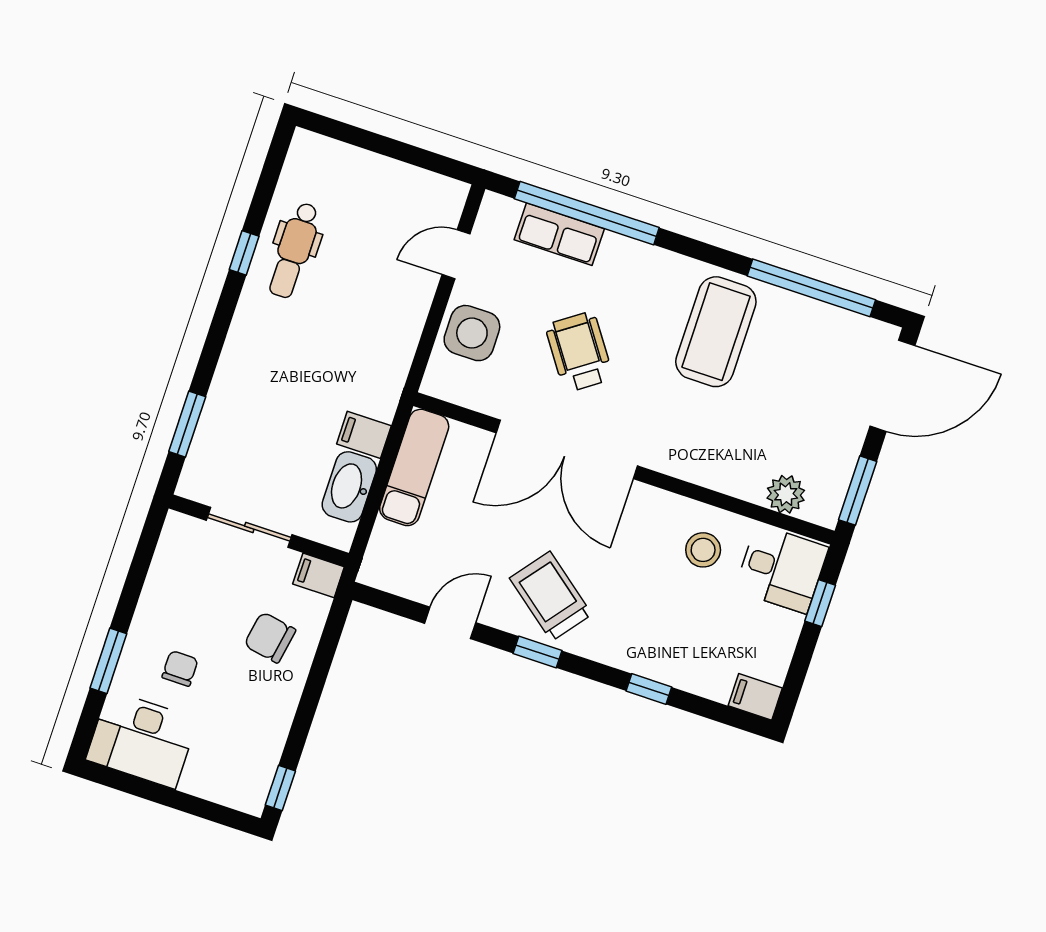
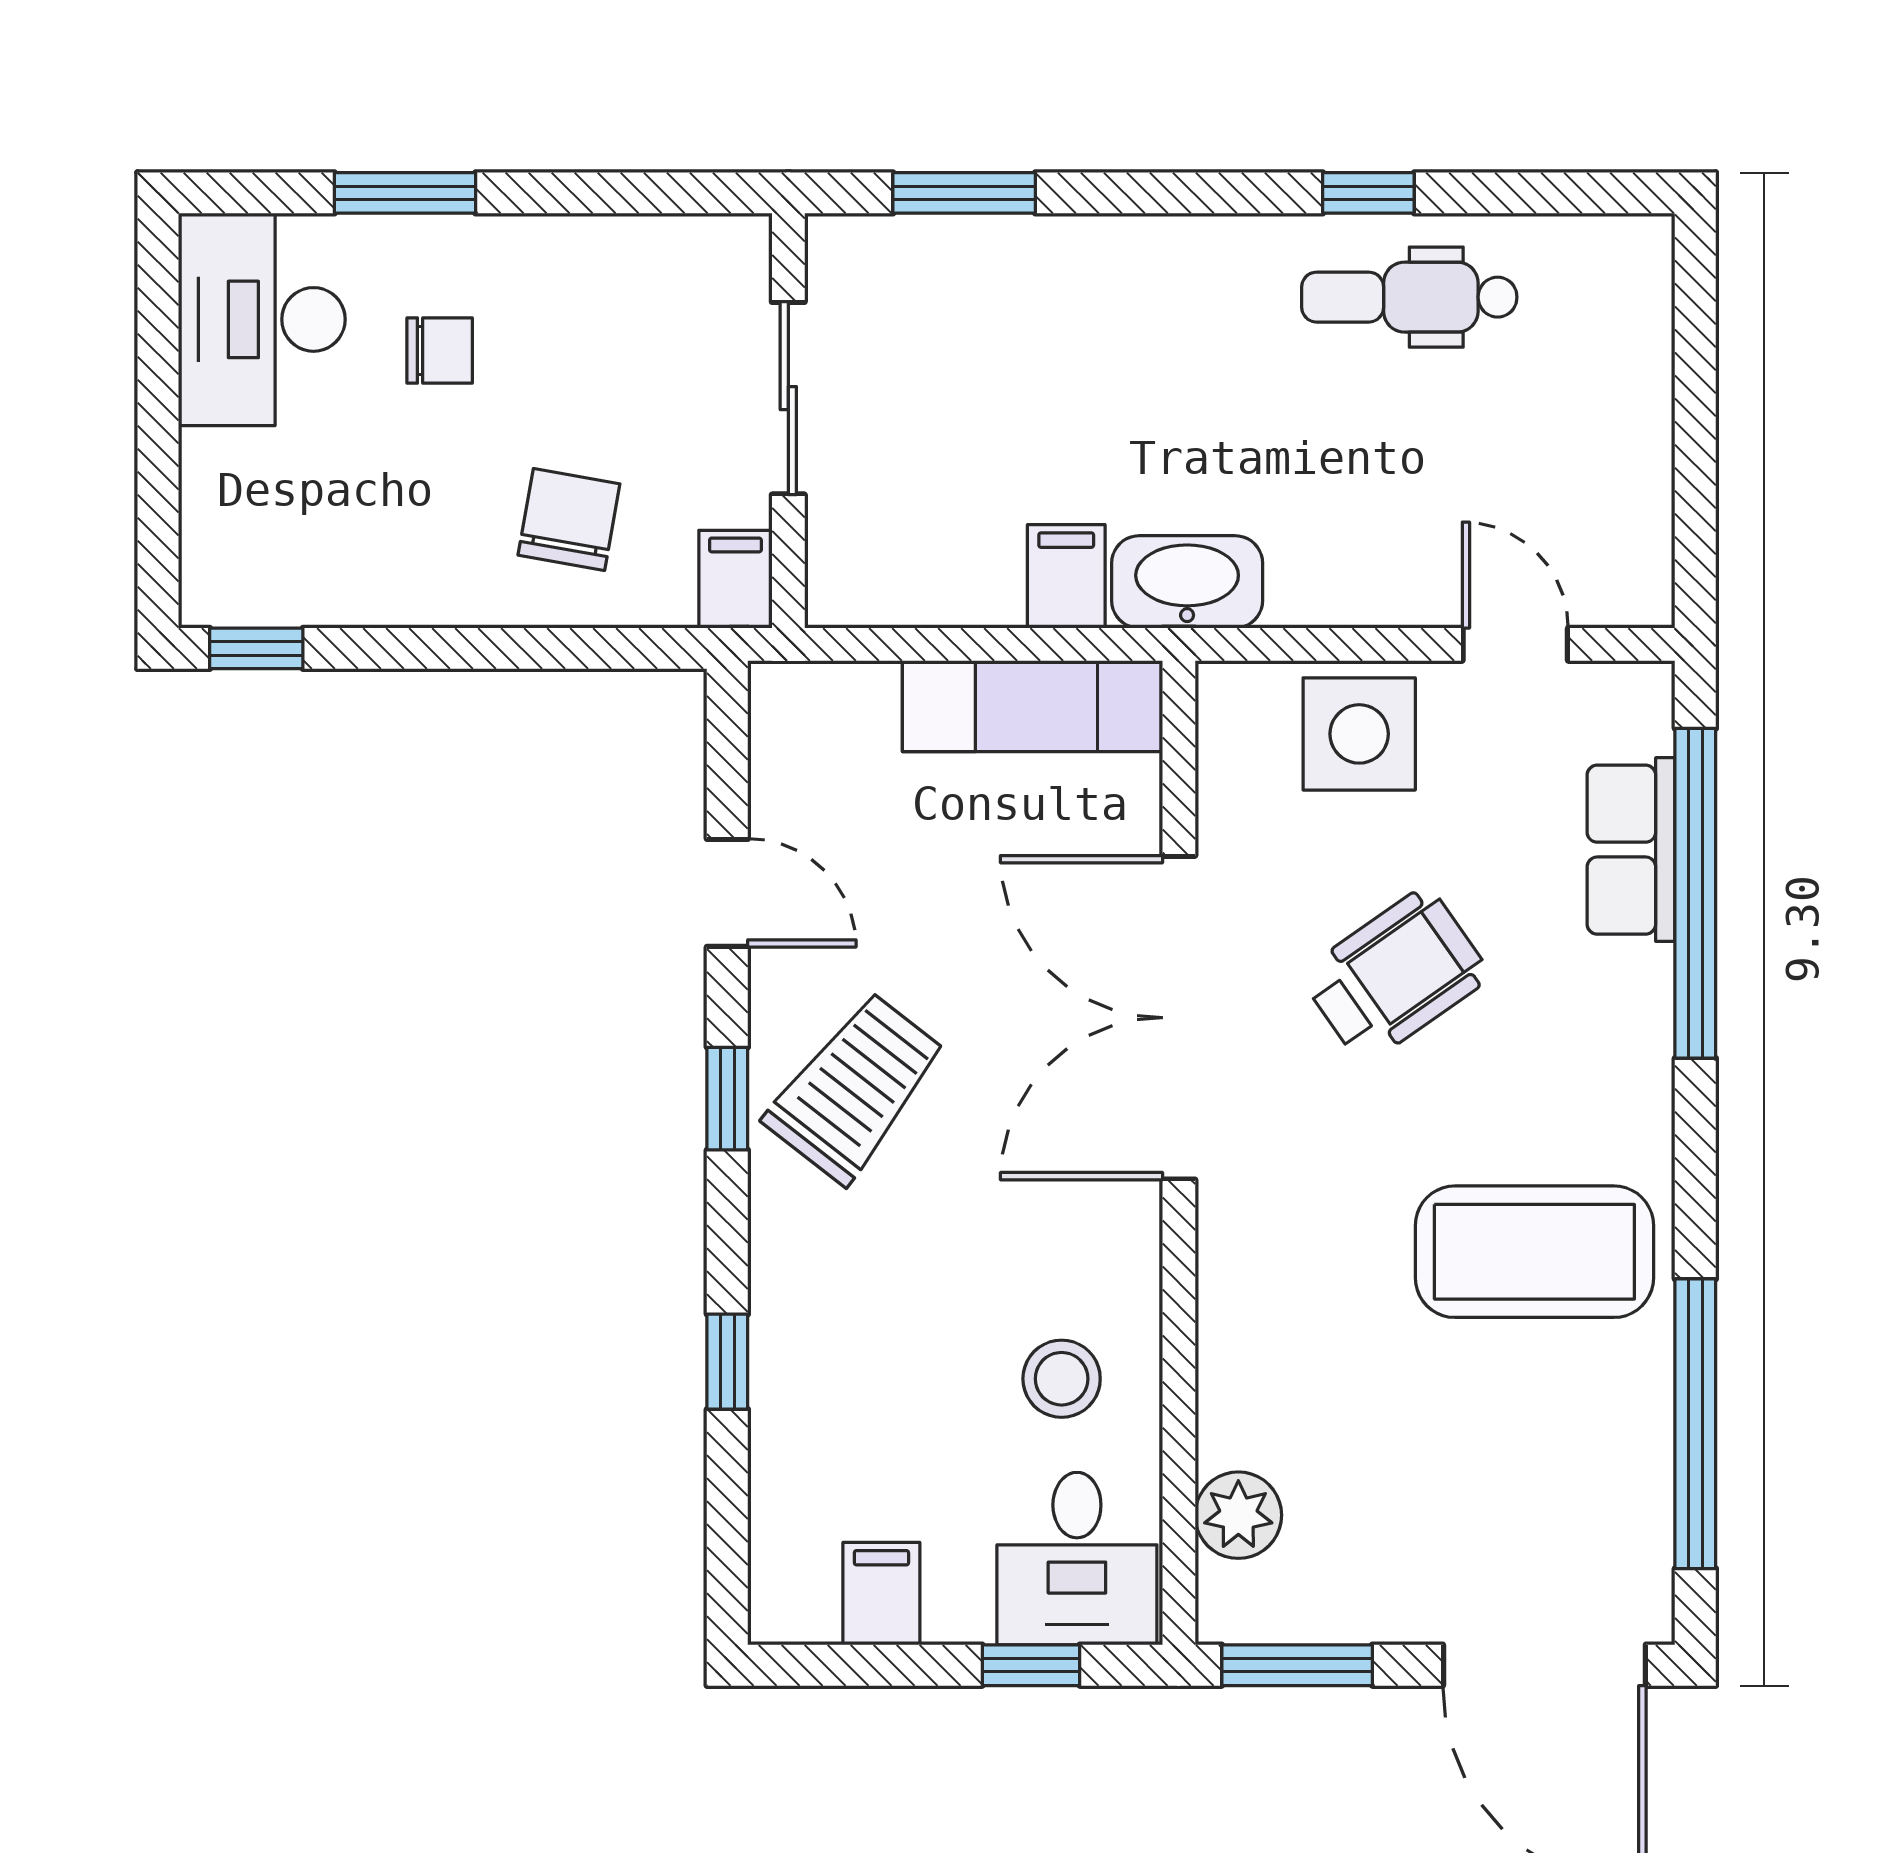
washbasin: (349, 487) -> (1187, 582), moved
filing cabinet: (755, 697) -> (881, 1594), moved

